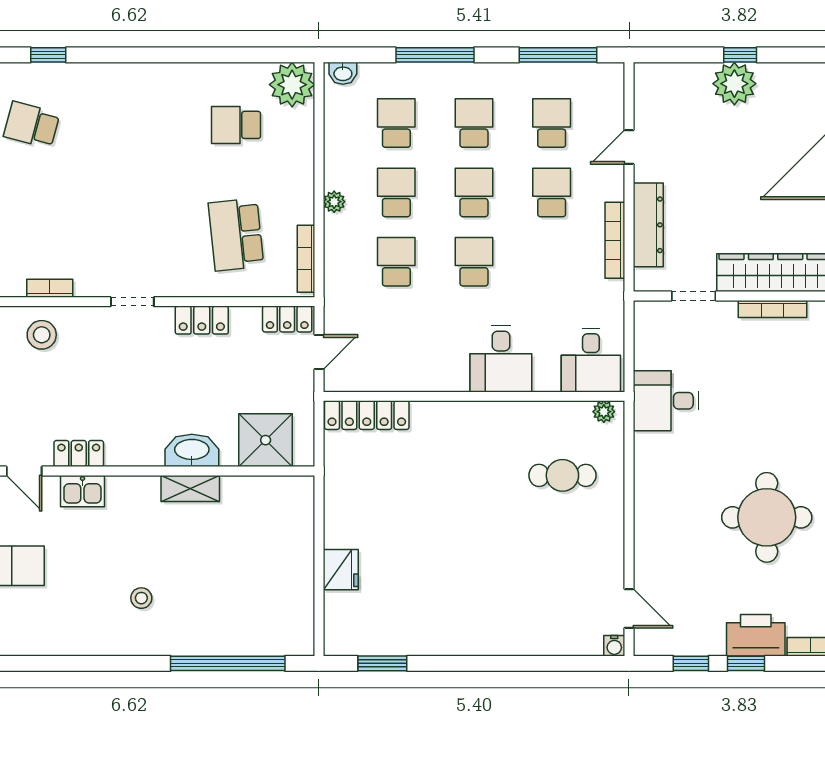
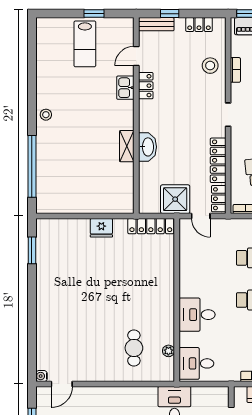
locker: (202, 320) -> (218, 160), width x1.53
plant: (604, 412) -> (168, 351), moved
locker: (367, 415) -> (151, 226), moved, turned -90
shower: (266, 440) -> (175, 199), moved
fridge: (341, 570) -> (101, 228), moved
stool: (141, 598) -> (46, 115), moved

